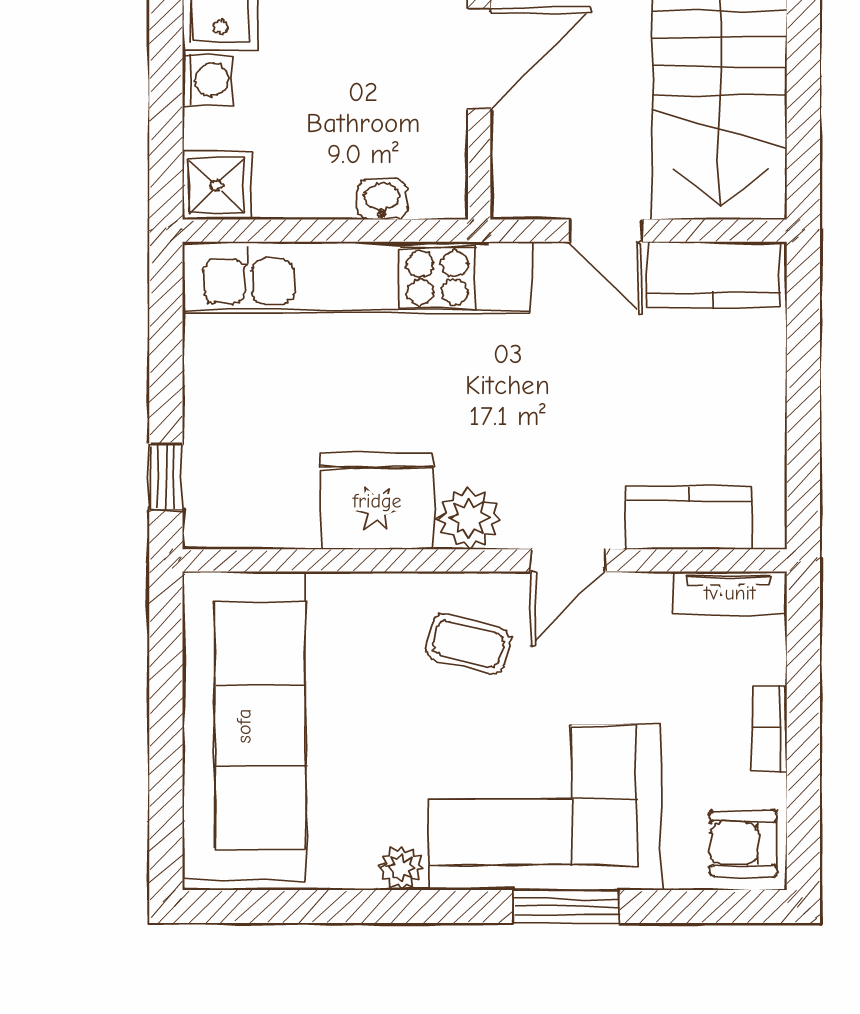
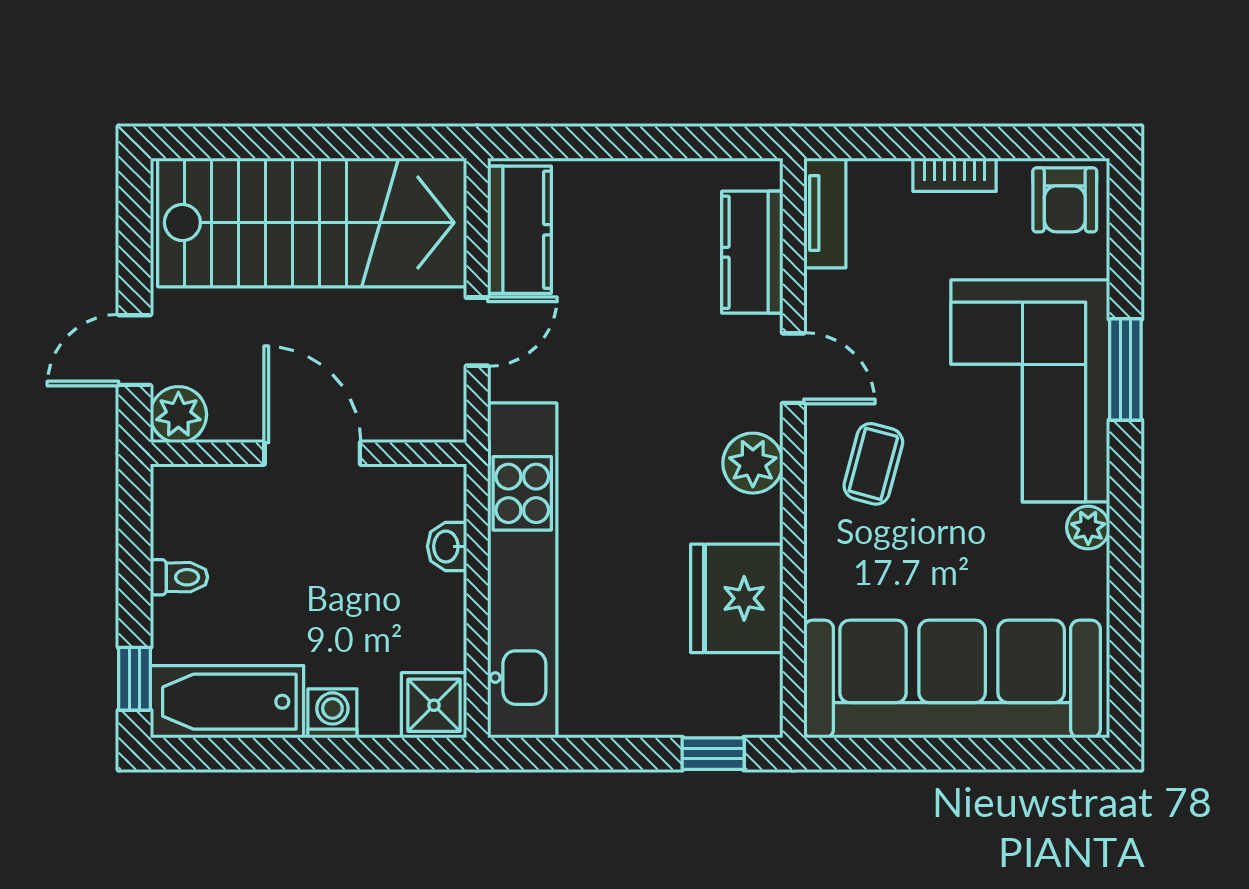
fridge: (377, 501) -> (737, 598), moved

